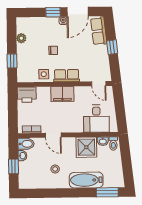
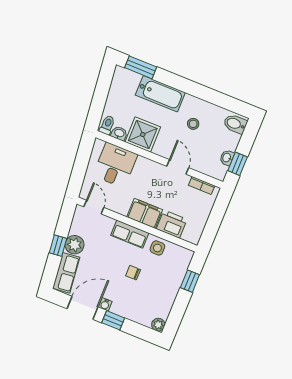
plant: (21, 38) -> (158, 325), moved
plant: (101, 53) -> (75, 245), added
printer: (27, 95) -> (172, 224), moved
bidet: (26, 144) -> (235, 124), moved
window: (14, 166) -> (238, 164), moved

